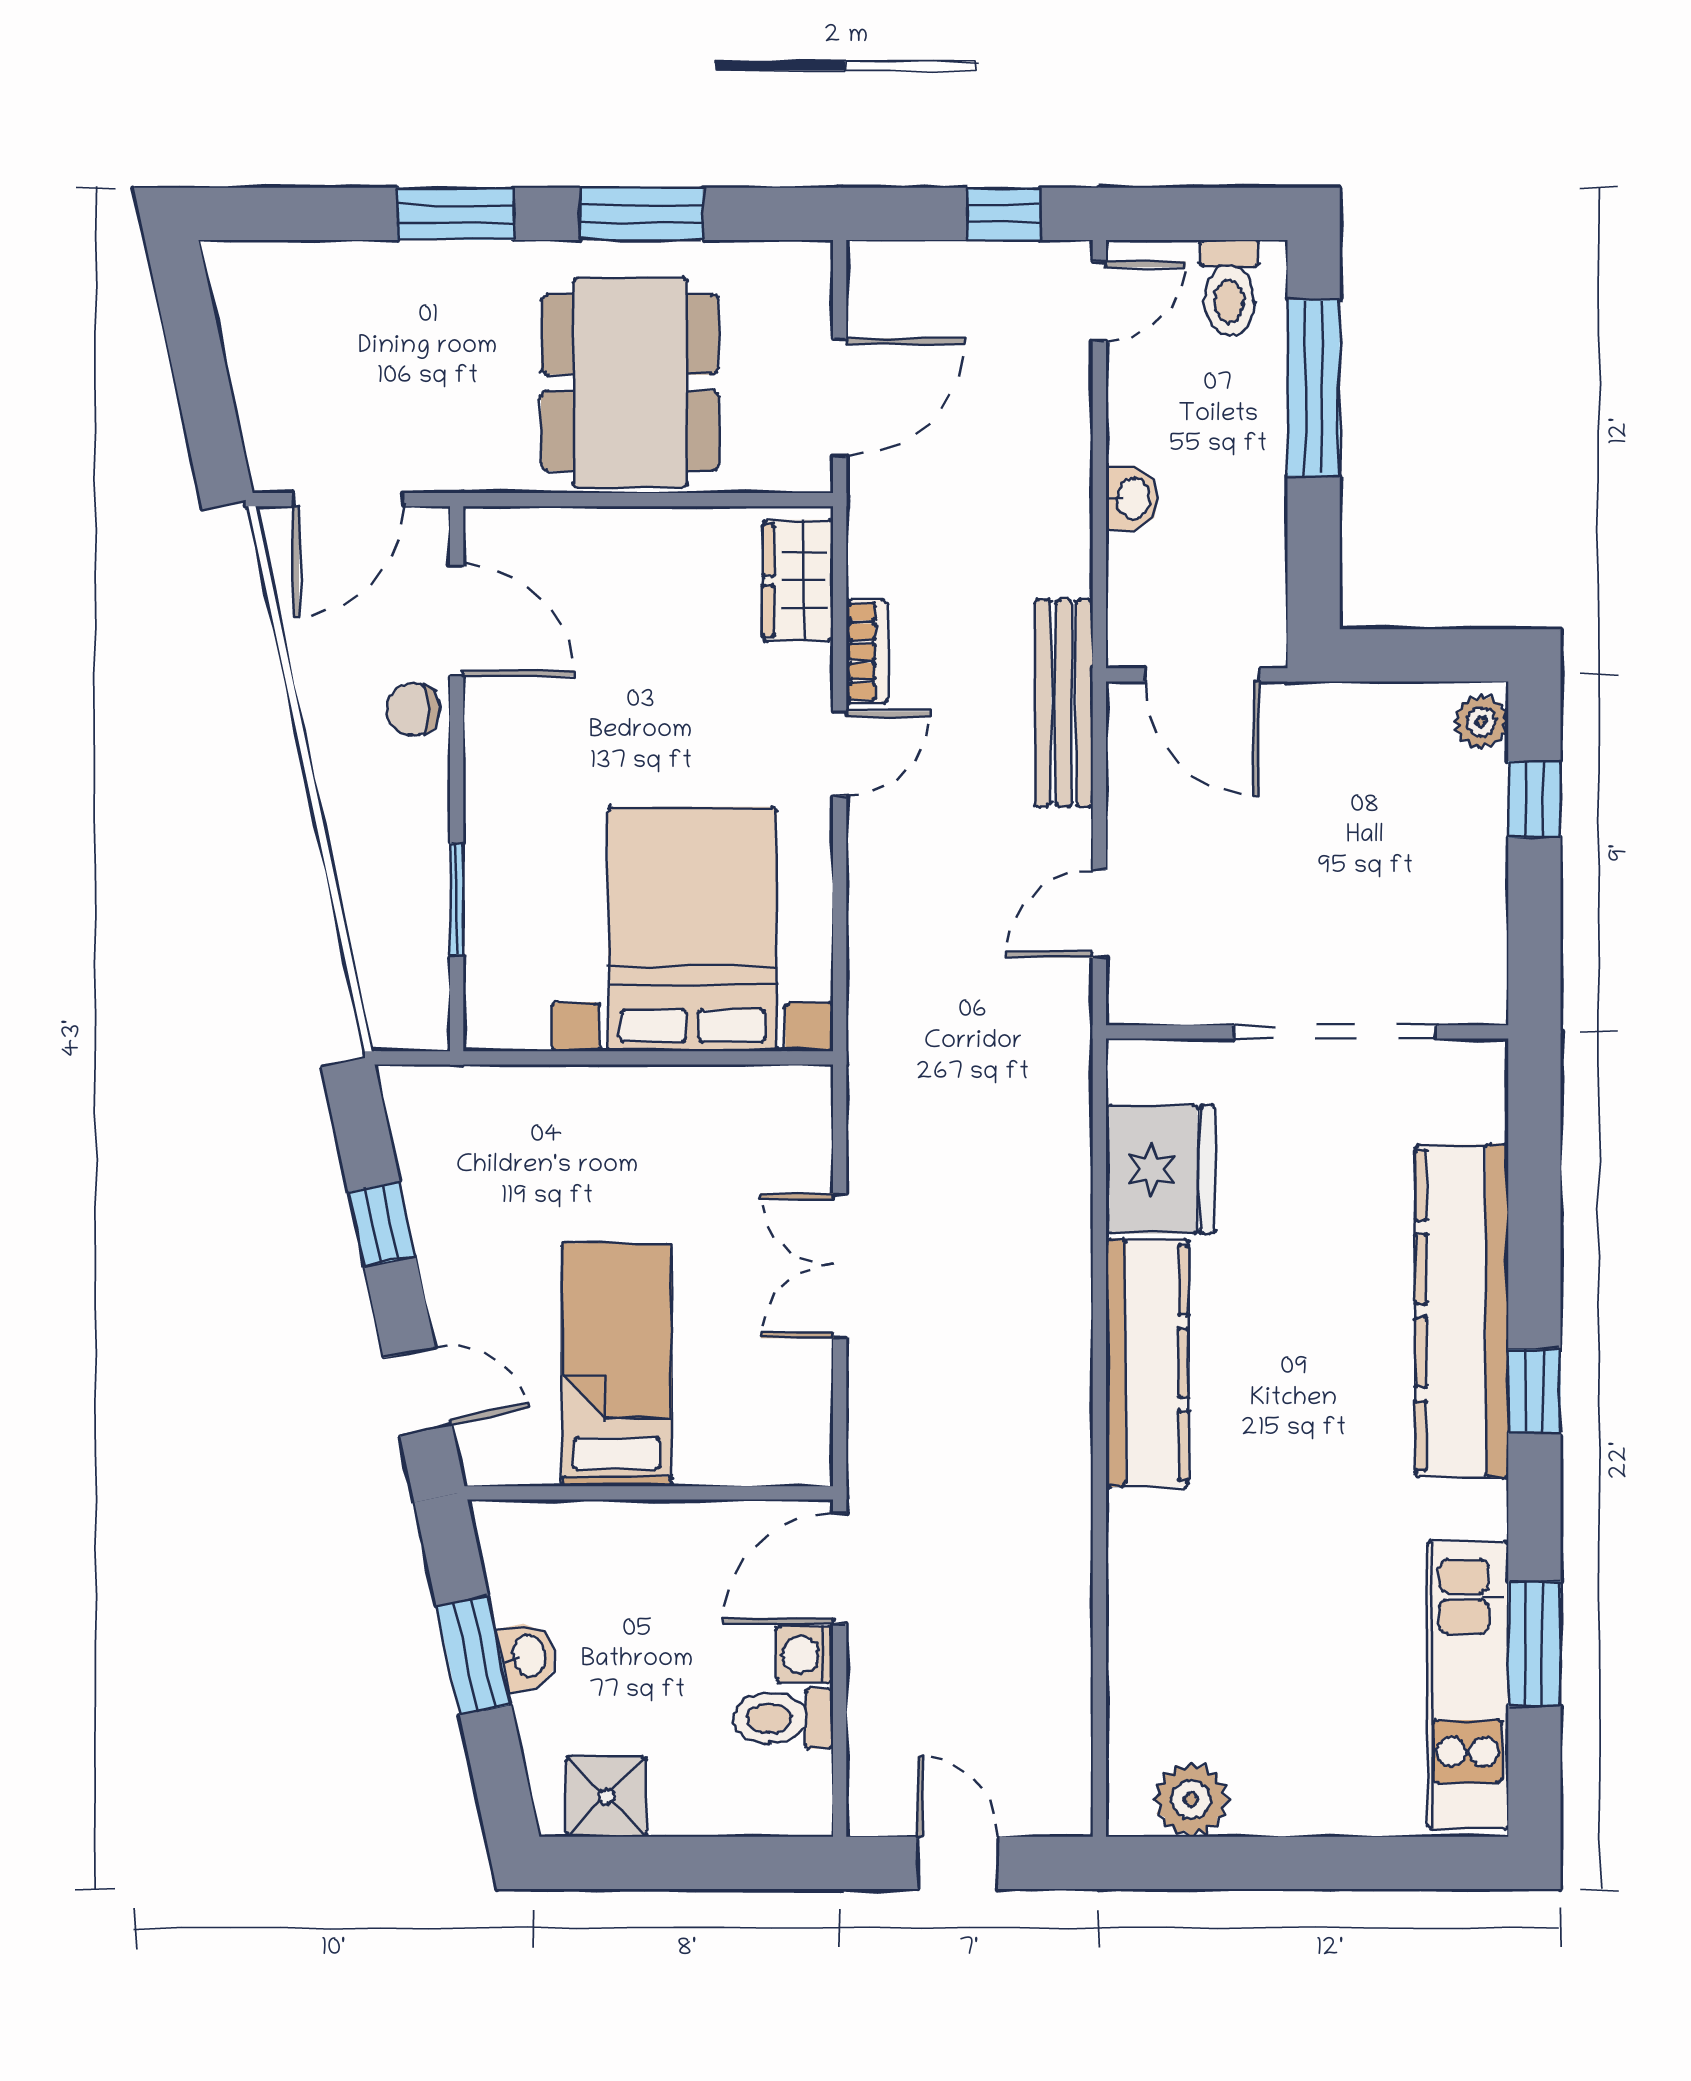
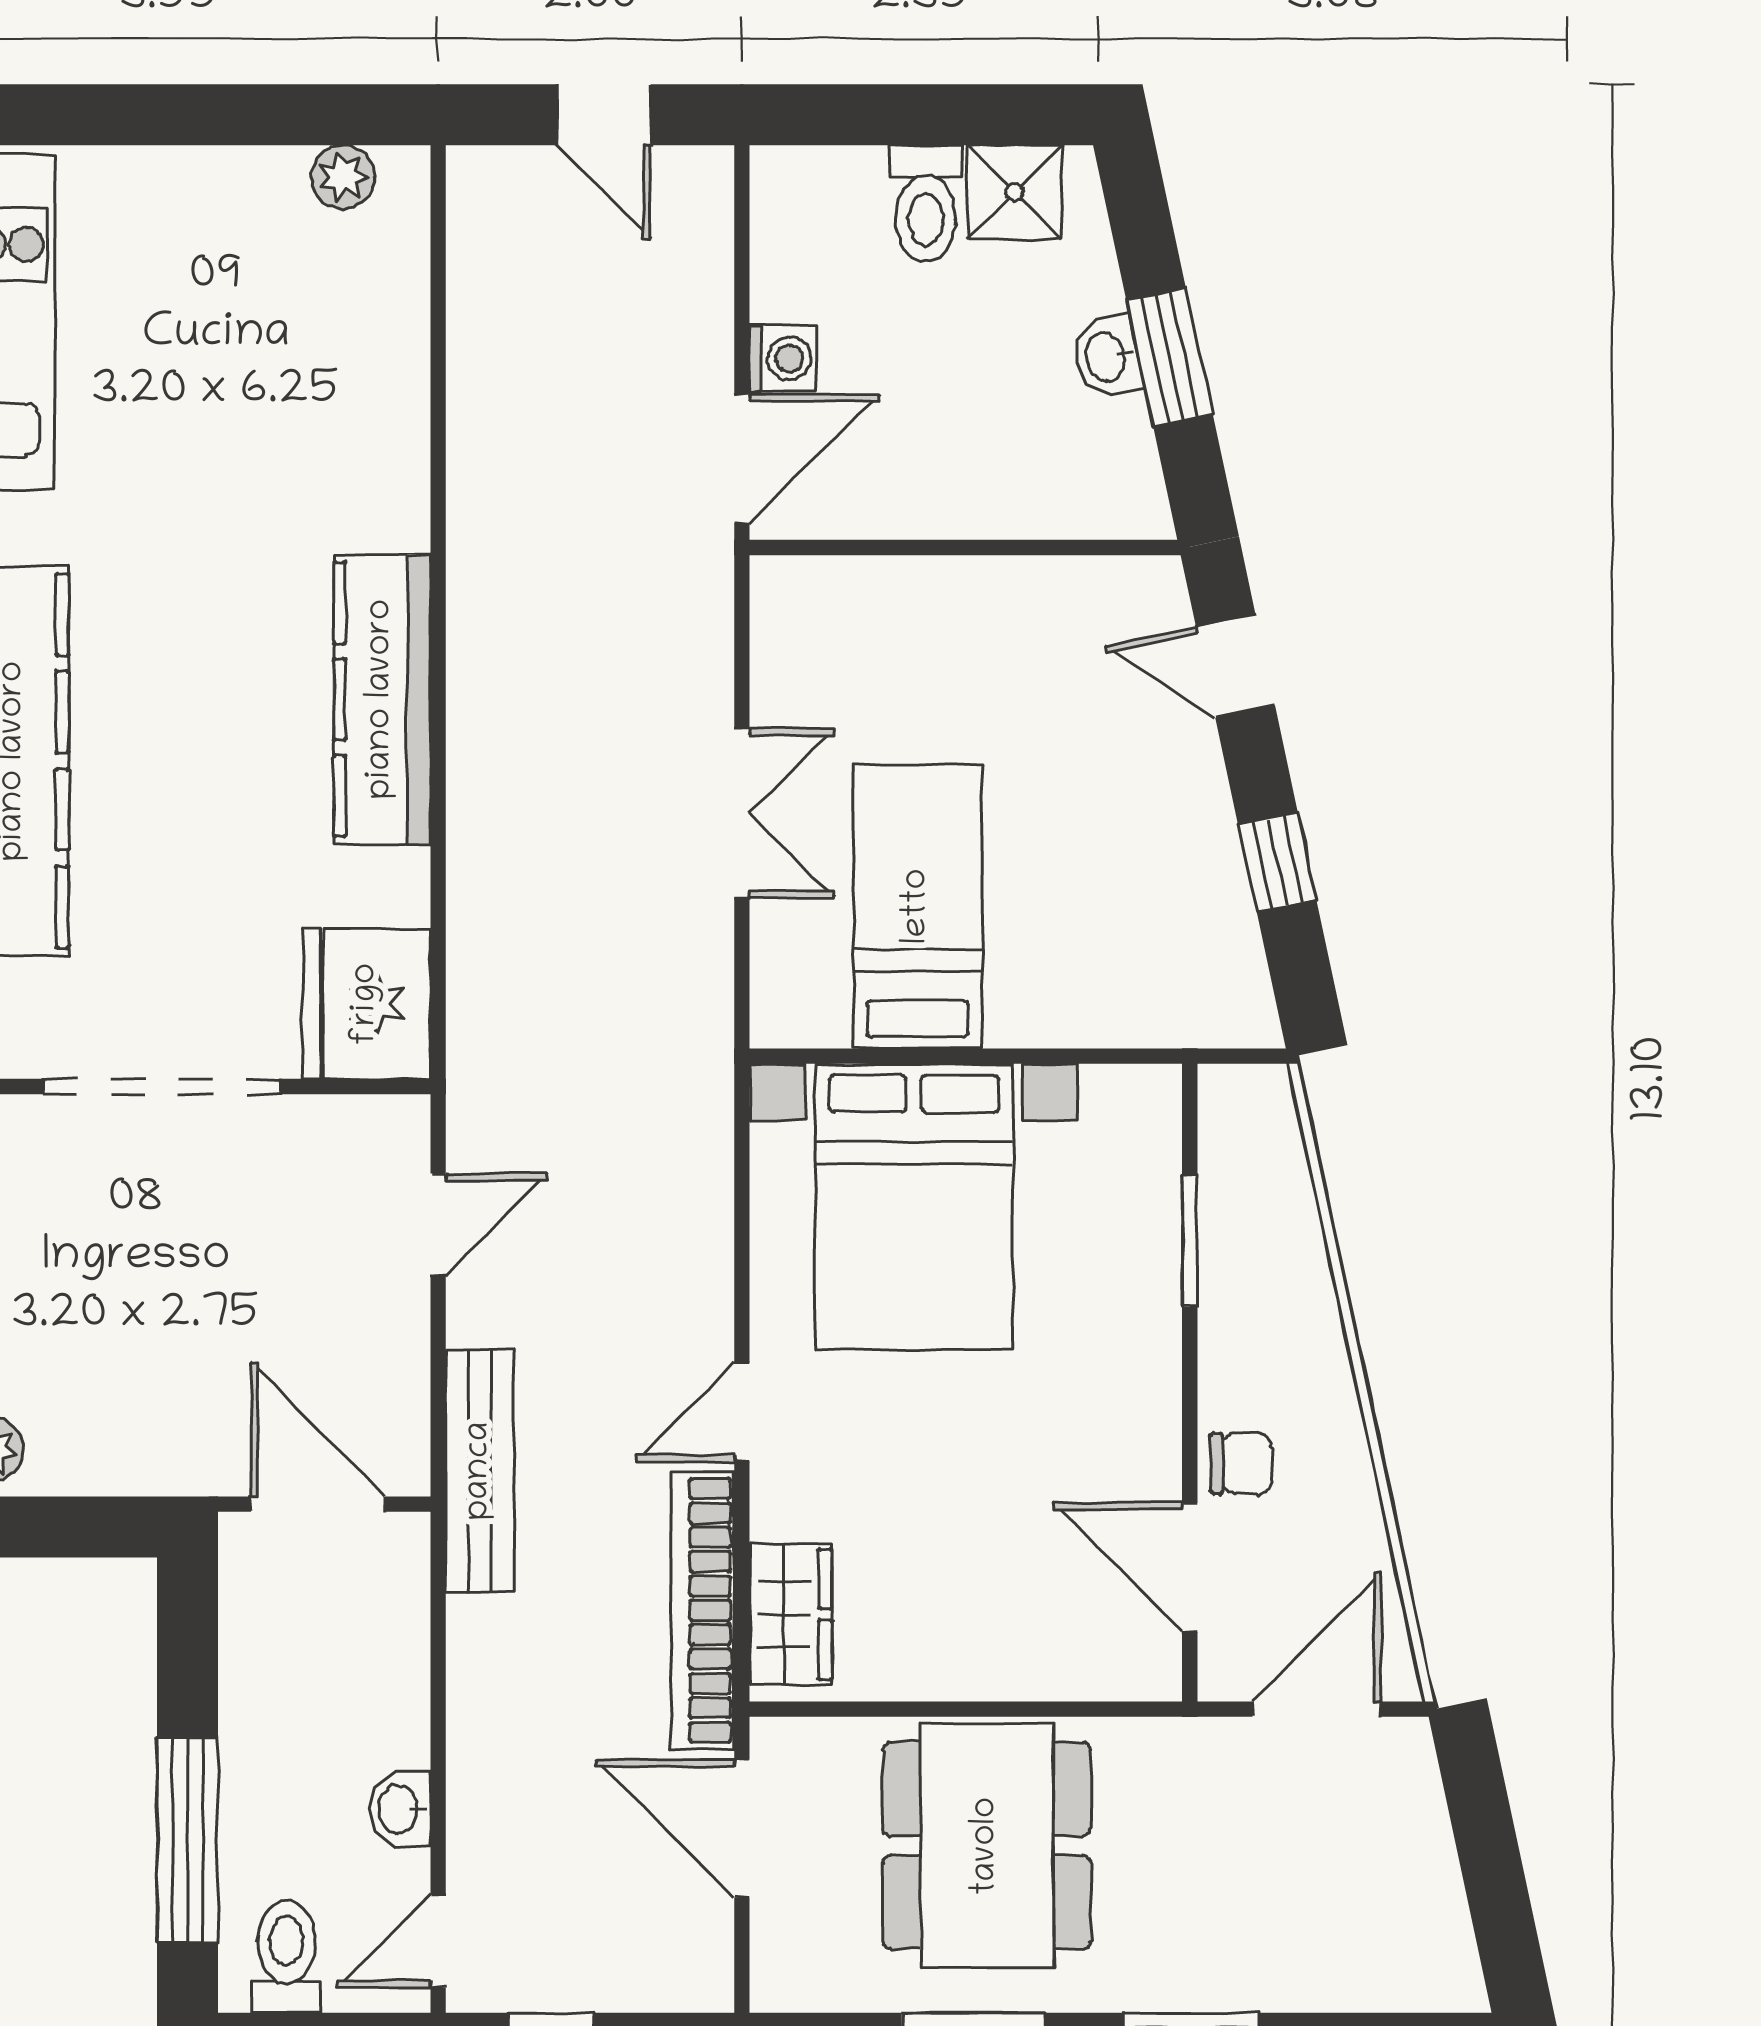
door: (840, 397) -> (742, 1829), hinge flipped
washbasin: (1132, 498) -> (400, 1809), moved
bookcase: (867, 652) -> (703, 1610), width x2.31, depth x1.31
fridge: (1160, 1169) -> (367, 1004), moved
bed: (617, 1365) -> (918, 906), moved, turned 180
toilet: (783, 1718) -> (926, 203), moved, turned 90
plant: (1191, 1800) -> (343, 177), width x0.73, depth x0.73

